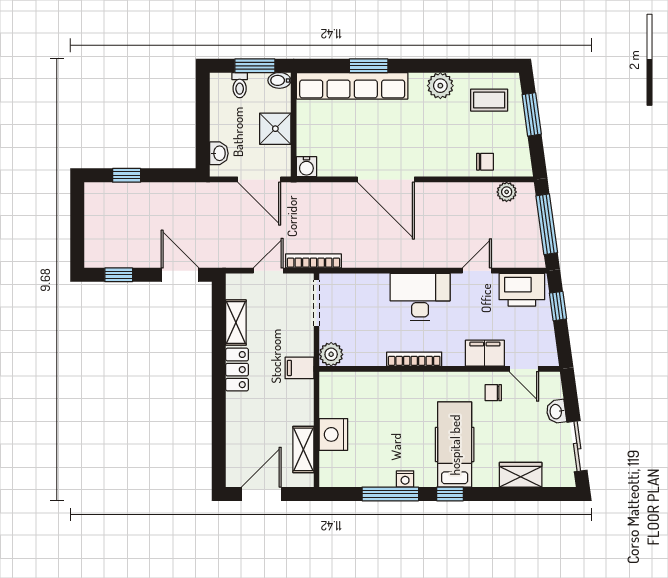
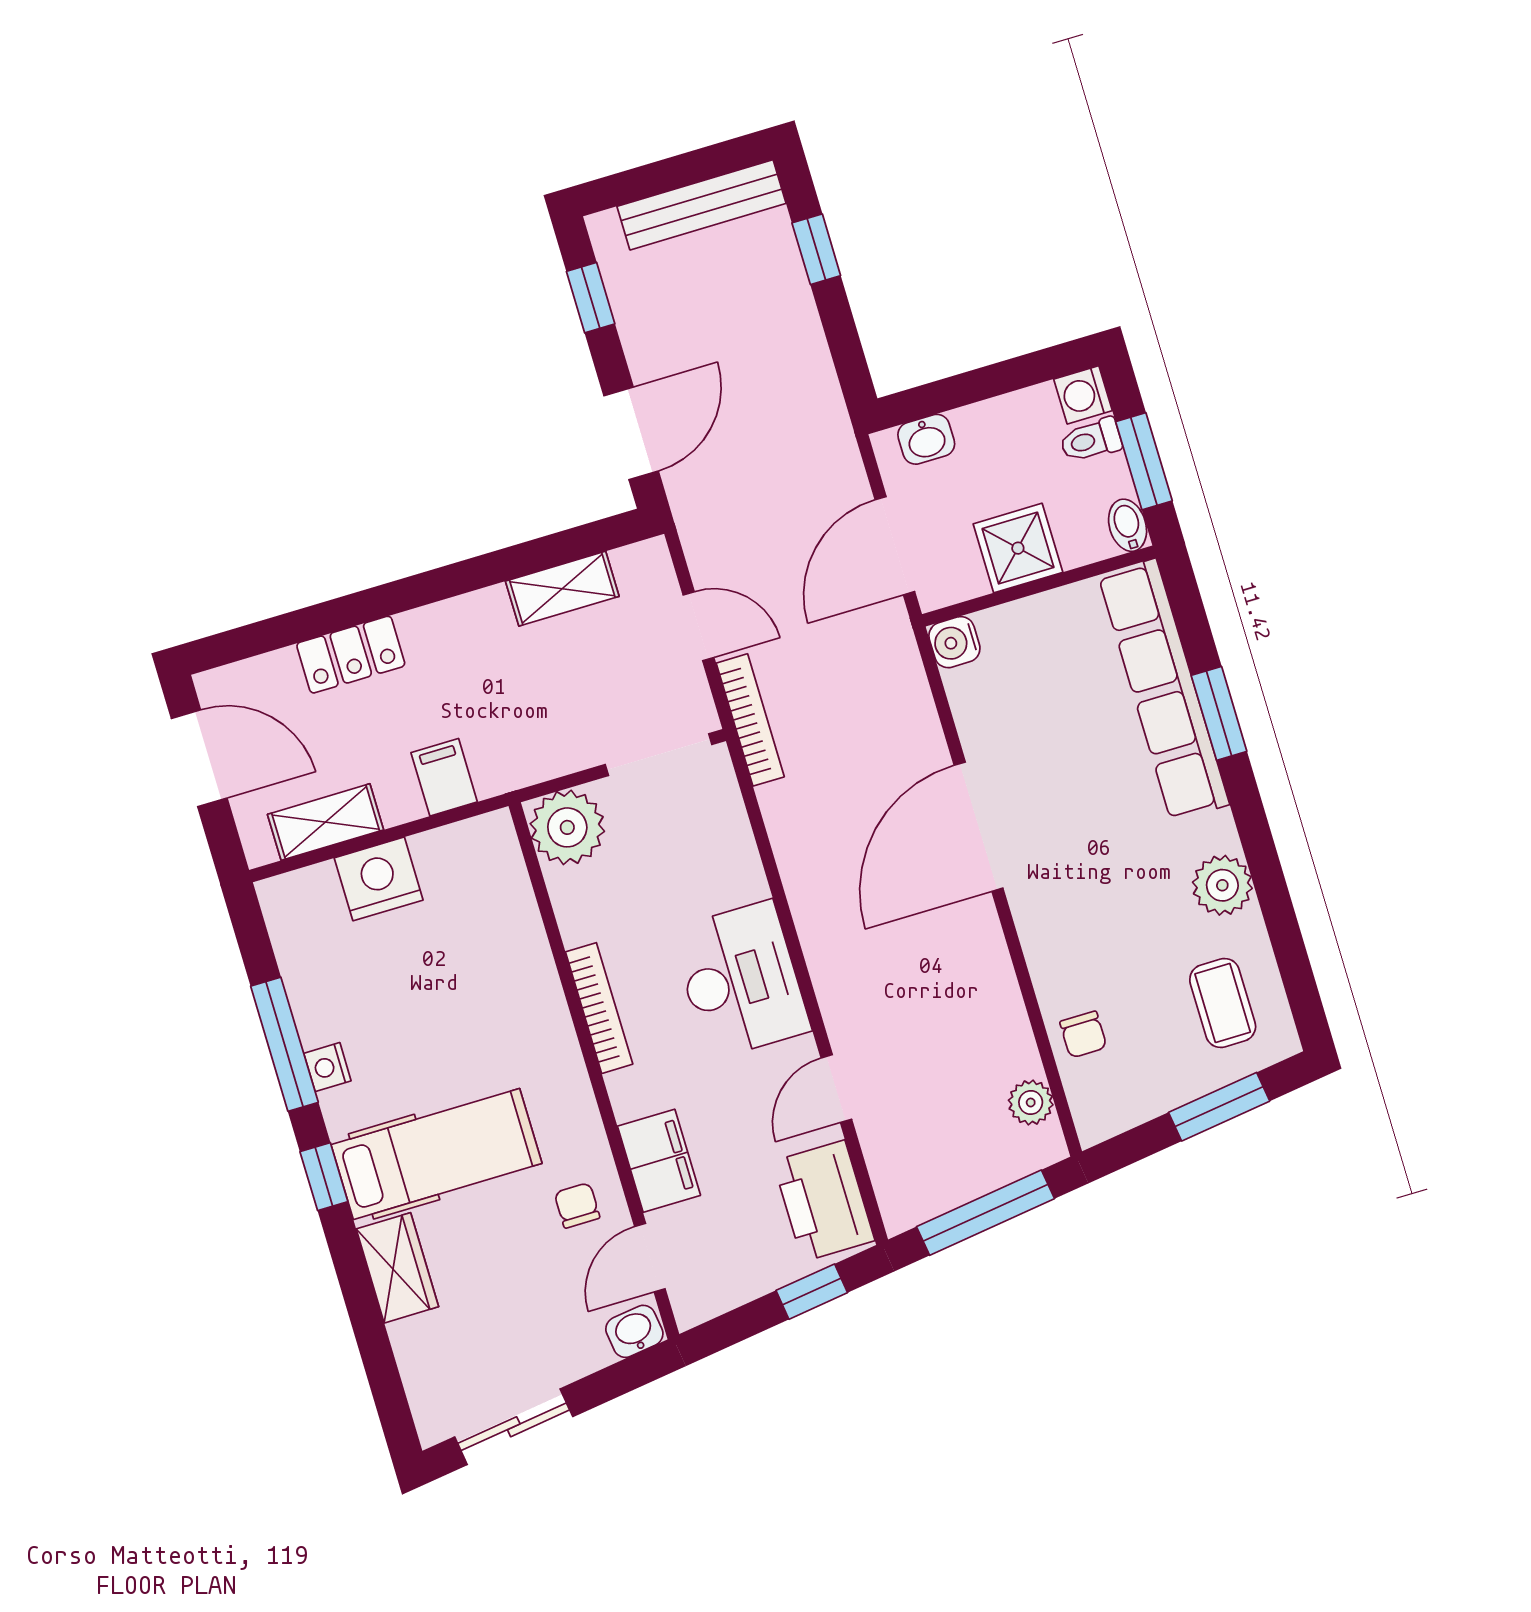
washing machine: (220, 83) -> (1083, 395), added
bench: (94, 217) -> (702, 205), added
door: (477, 271) -> (836, 1089), swing flipped
plant: (331, 354) -> (567, 827), width x1.36, depth x1.36
filing cabinet: (299, 368) -> (444, 777), moved
locker: (237, 370) -> (351, 655), moved
washbasin: (556, 412) -> (634, 1331), moved
wardrobe: (521, 475) -> (397, 1268), moved

